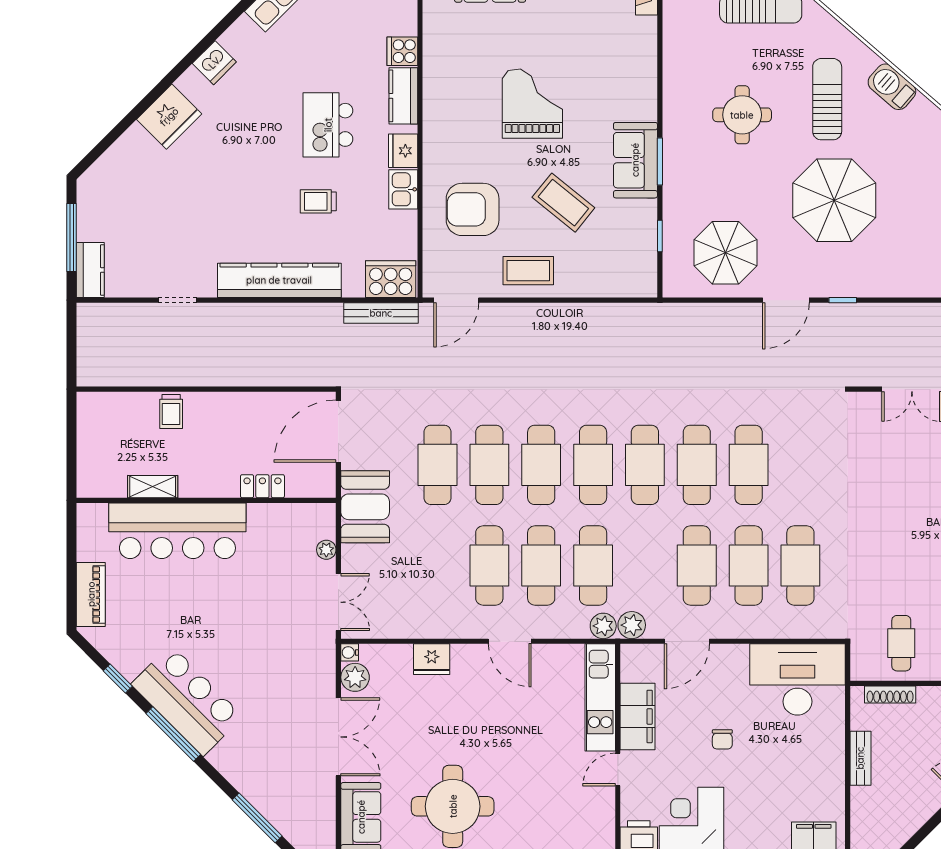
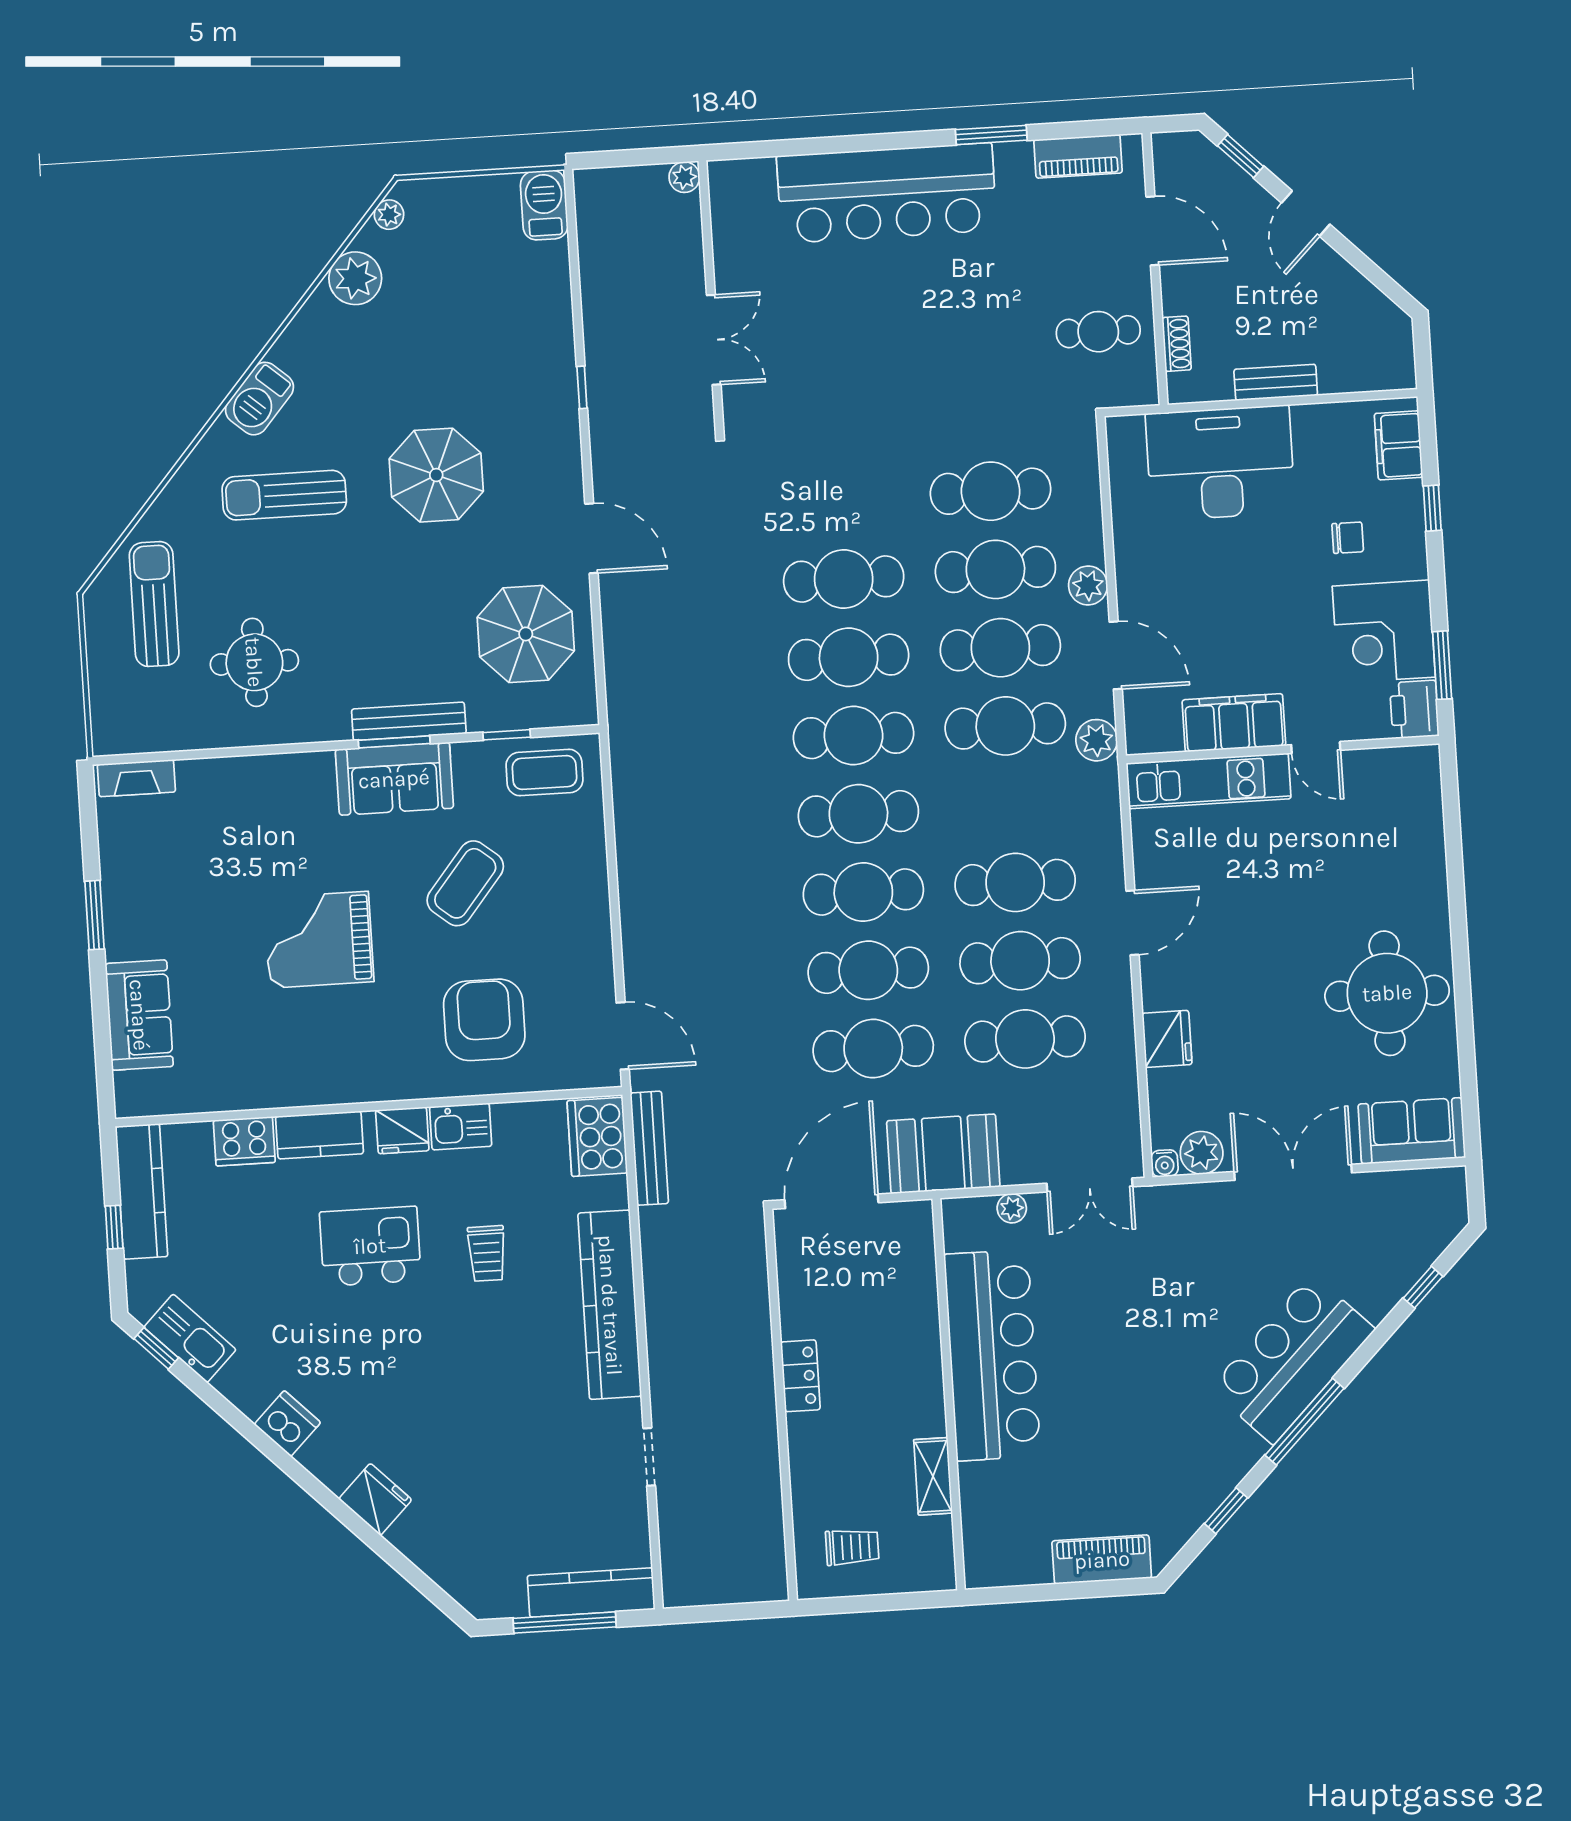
cooker: (402, 51) -> (244, 1141), width x1.36
round table: (742, 115) -> (254, 662), moved
fridge: (169, 117) -> (375, 1499), width x0.73, depth x0.75
kitchen island: (328, 125) -> (370, 1246), turned 180
bench: (673, 172) -> (409, 721), added
parasol: (834, 200) -> (436, 475), width x0.73, depth x0.73
armchair: (473, 209) -> (484, 1020), turned 180
kitchen counter: (90, 270) -> (591, 1592), width x1.50
coffee table: (528, 271) -> (544, 773), moved, turned 90
window: (843, 300) -> (582, 387), moved
trolley: (171, 412) -> (852, 1547), moved
door: (338, 431) -> (832, 1201), swing flipped
locker: (262, 486) -> (800, 1376), moved, turned 180
bar counter: (177, 531) -> (992, 1355), moved
cafe table: (437, 565) -> (1025, 1039), added
cafe table: (593, 565) -> (1005, 726), moved
double door: (338, 602) -> (1090, 1185), swing flipped
plant: (603, 626) -> (1088, 586), moved
desk: (797, 679) -> (1220, 463), moved, turned 90
shoe rack: (890, 694) -> (1177, 344), width x0.70
bar counter: (187, 700) -> (1292, 1359), moved
chair: (722, 739) -> (1348, 538), moved
window: (257, 818) -> (1423, 1287), width x0.46

